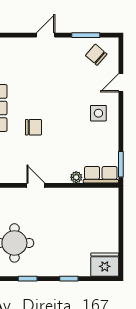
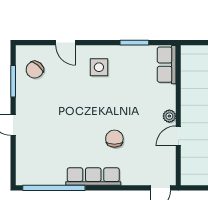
window: (121, 164) -> (134, 43), moved
plant: (76, 177) -> (169, 116), moved

